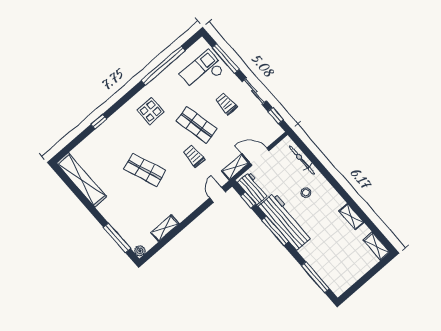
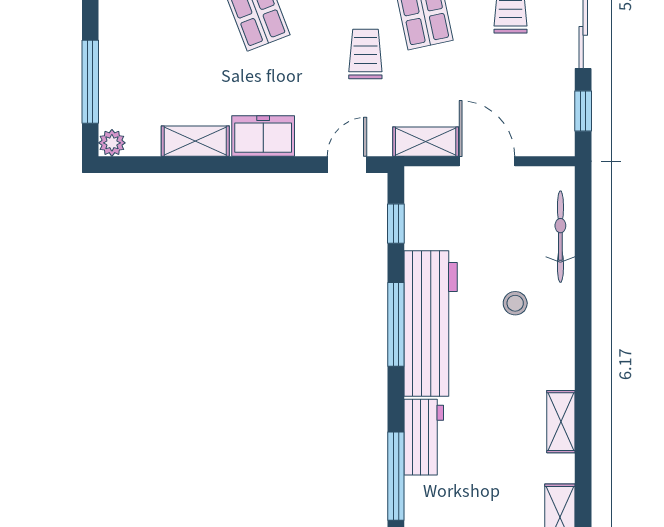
workbench: (253, 188) -> (424, 437), moved
freezer: (184, 208) -> (263, 136), added

